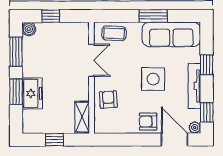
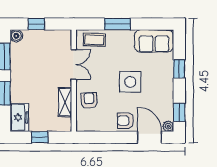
window: (153, 16) -> (117, 24), moved
sofa: (171, 34) -> (154, 41), width x0.73
tv unit: (194, 86) -> (168, 88), removed
freezer: (32, 93) -> (19, 117), moved
shelving: (82, 117) -> (65, 102), moved

